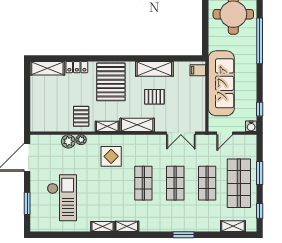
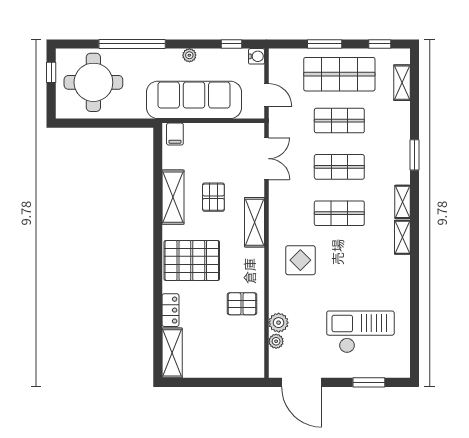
plant: (252, 80) -> (189, 55), added
shelving: (107, 126) -> (257, 266), removed
plant: (81, 140) -> (276, 341), moved
shelving: (103, 227) -> (402, 202), moved

